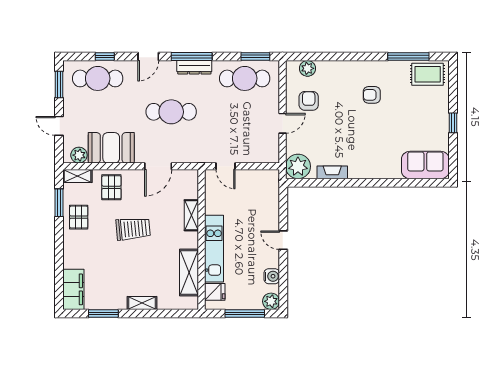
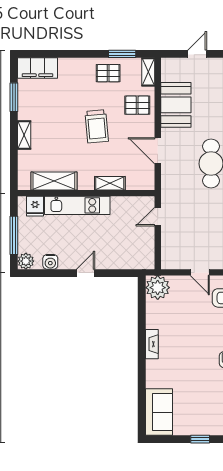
plant: (79, 155) -> (169, 73), removed
fireplace: (332, 172) -> (152, 344), moved

